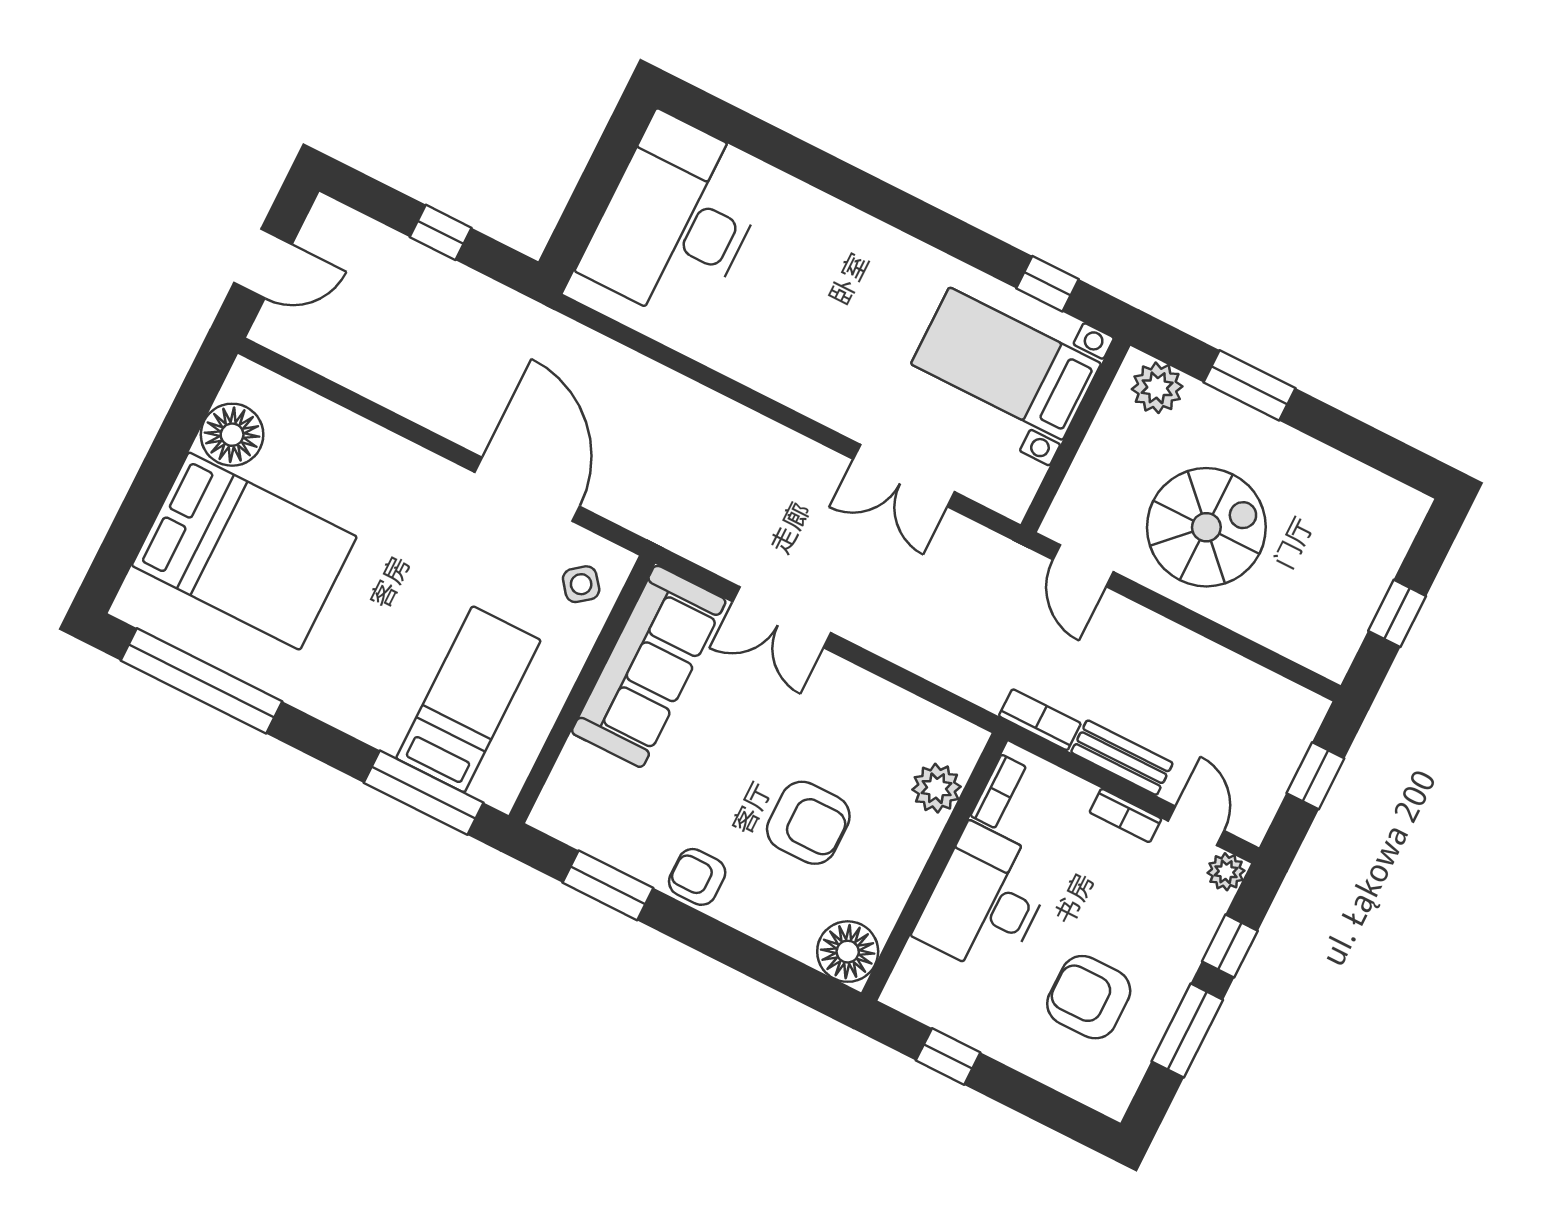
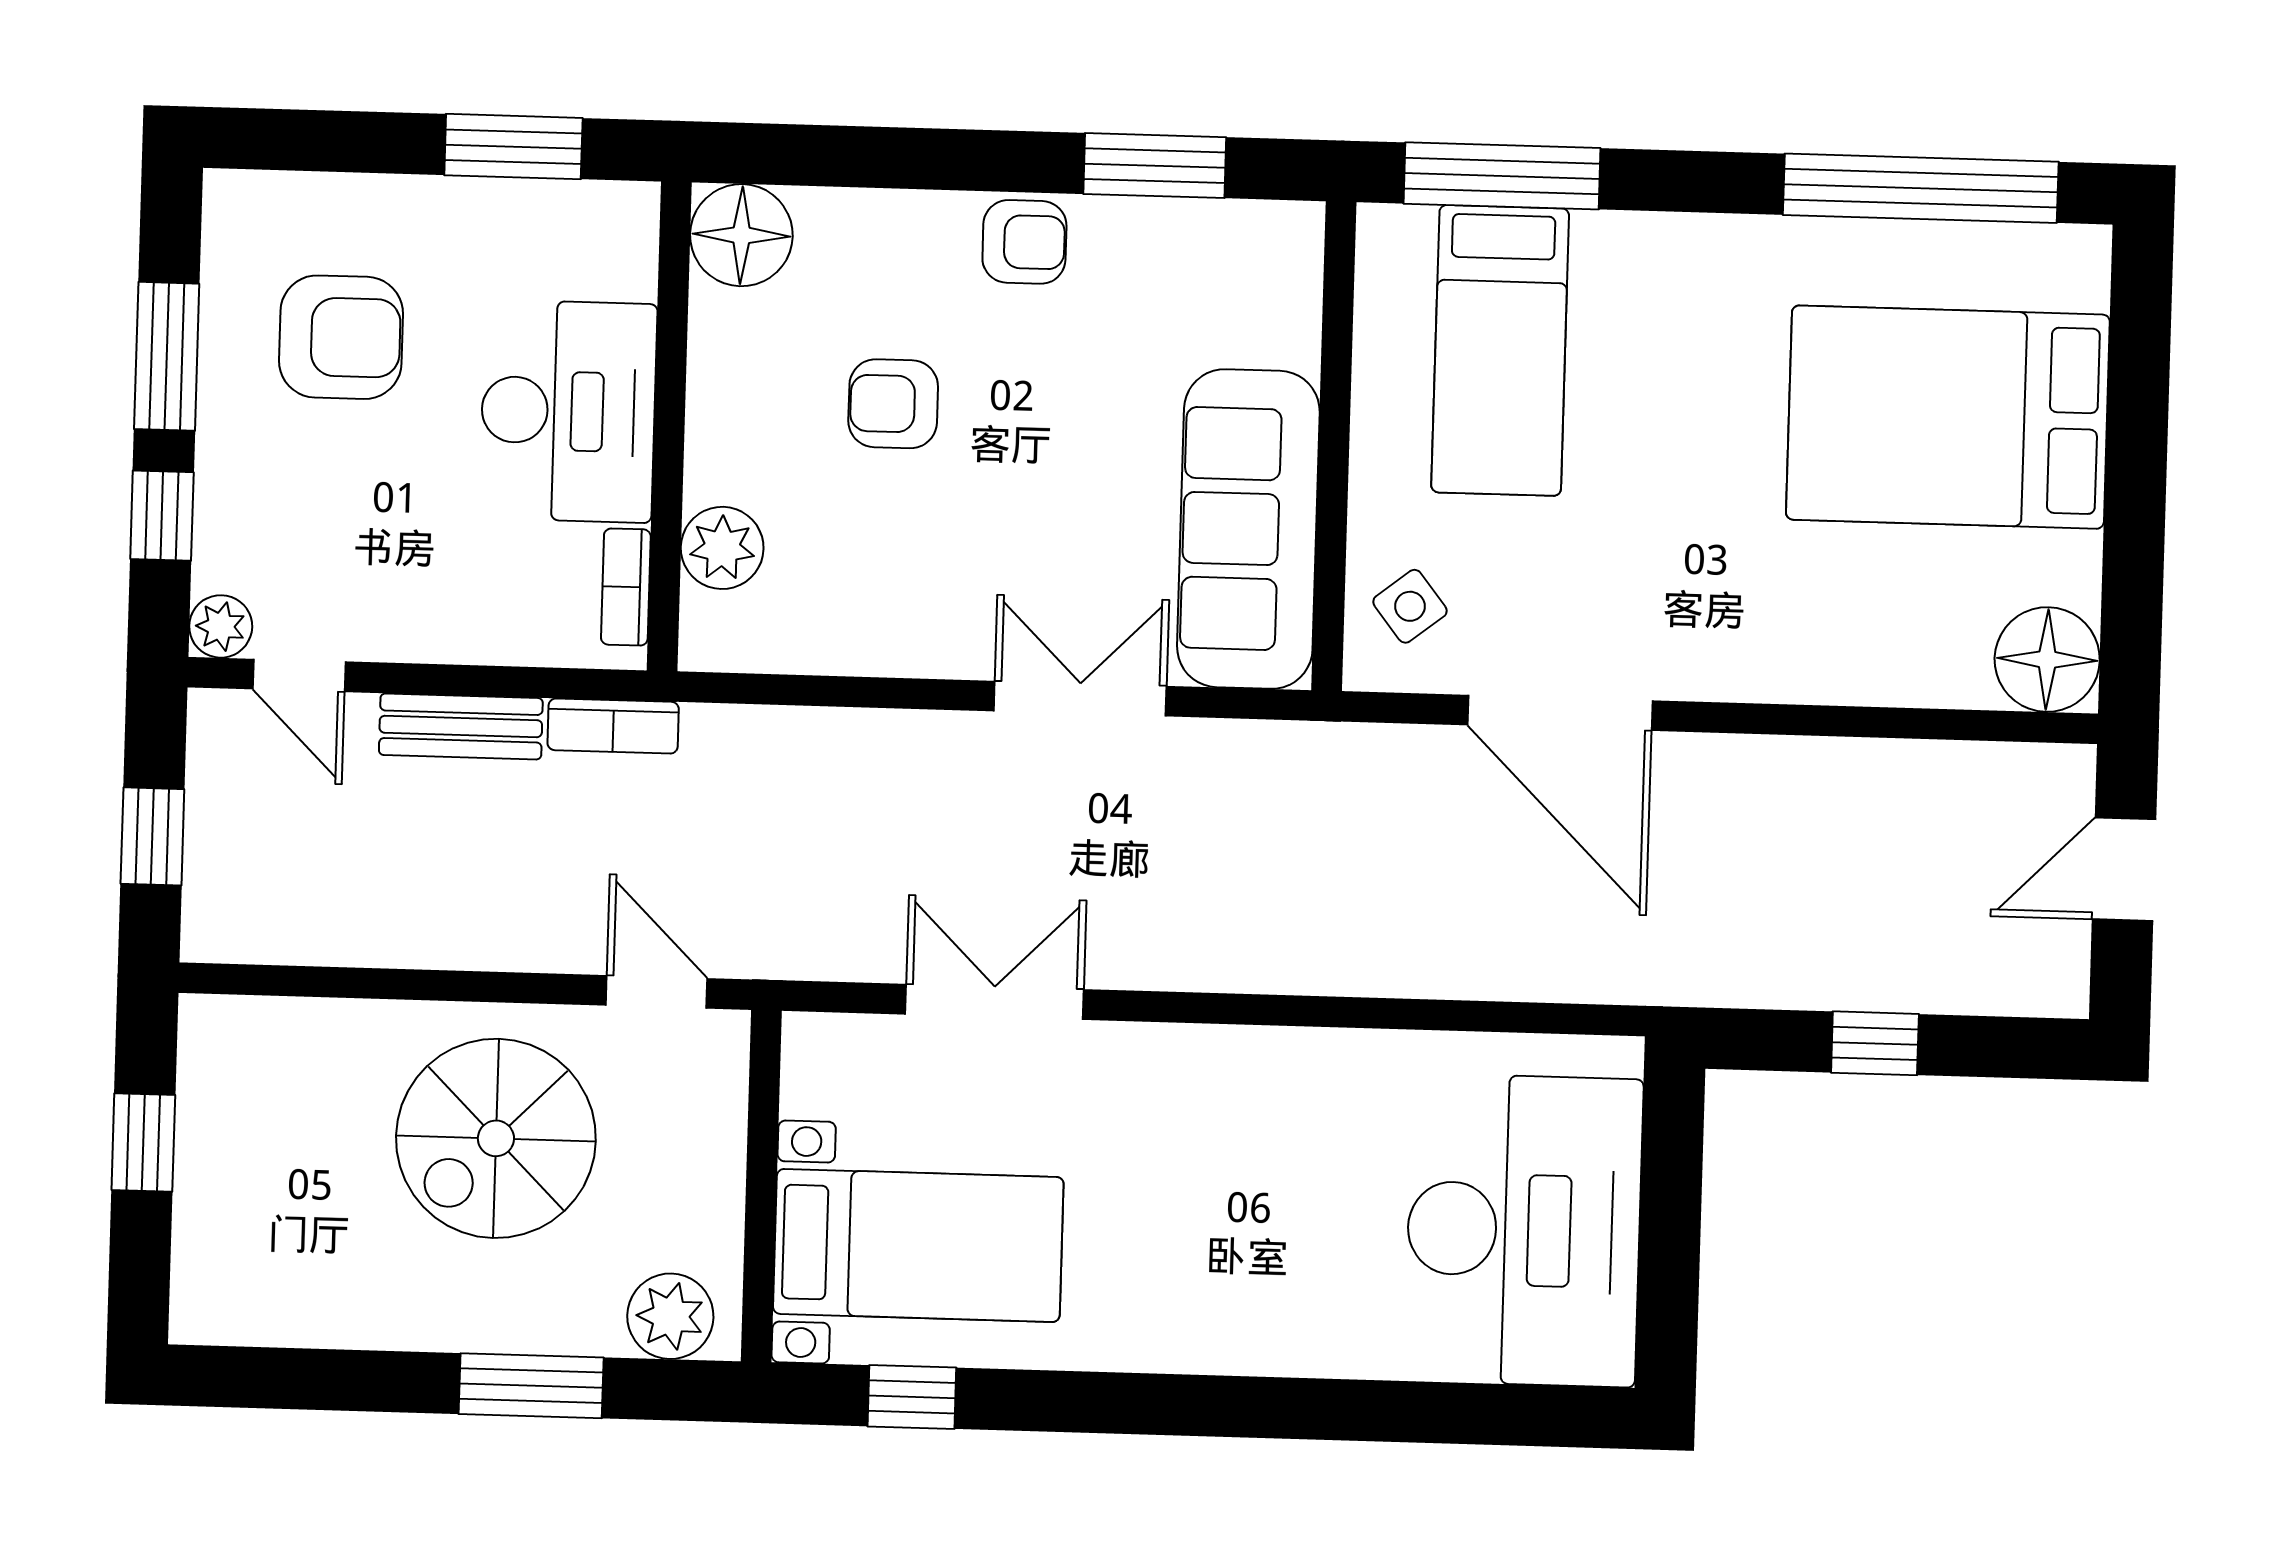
floor lamp: (232, 435) -> (2047, 659), moved
bookcase: (1125, 816) -> (414, 641), removed
armchair: (808, 823) -> (893, 404), width x0.72, depth x0.72
window: (948, 1056) -> (513, 147), width x1.50

